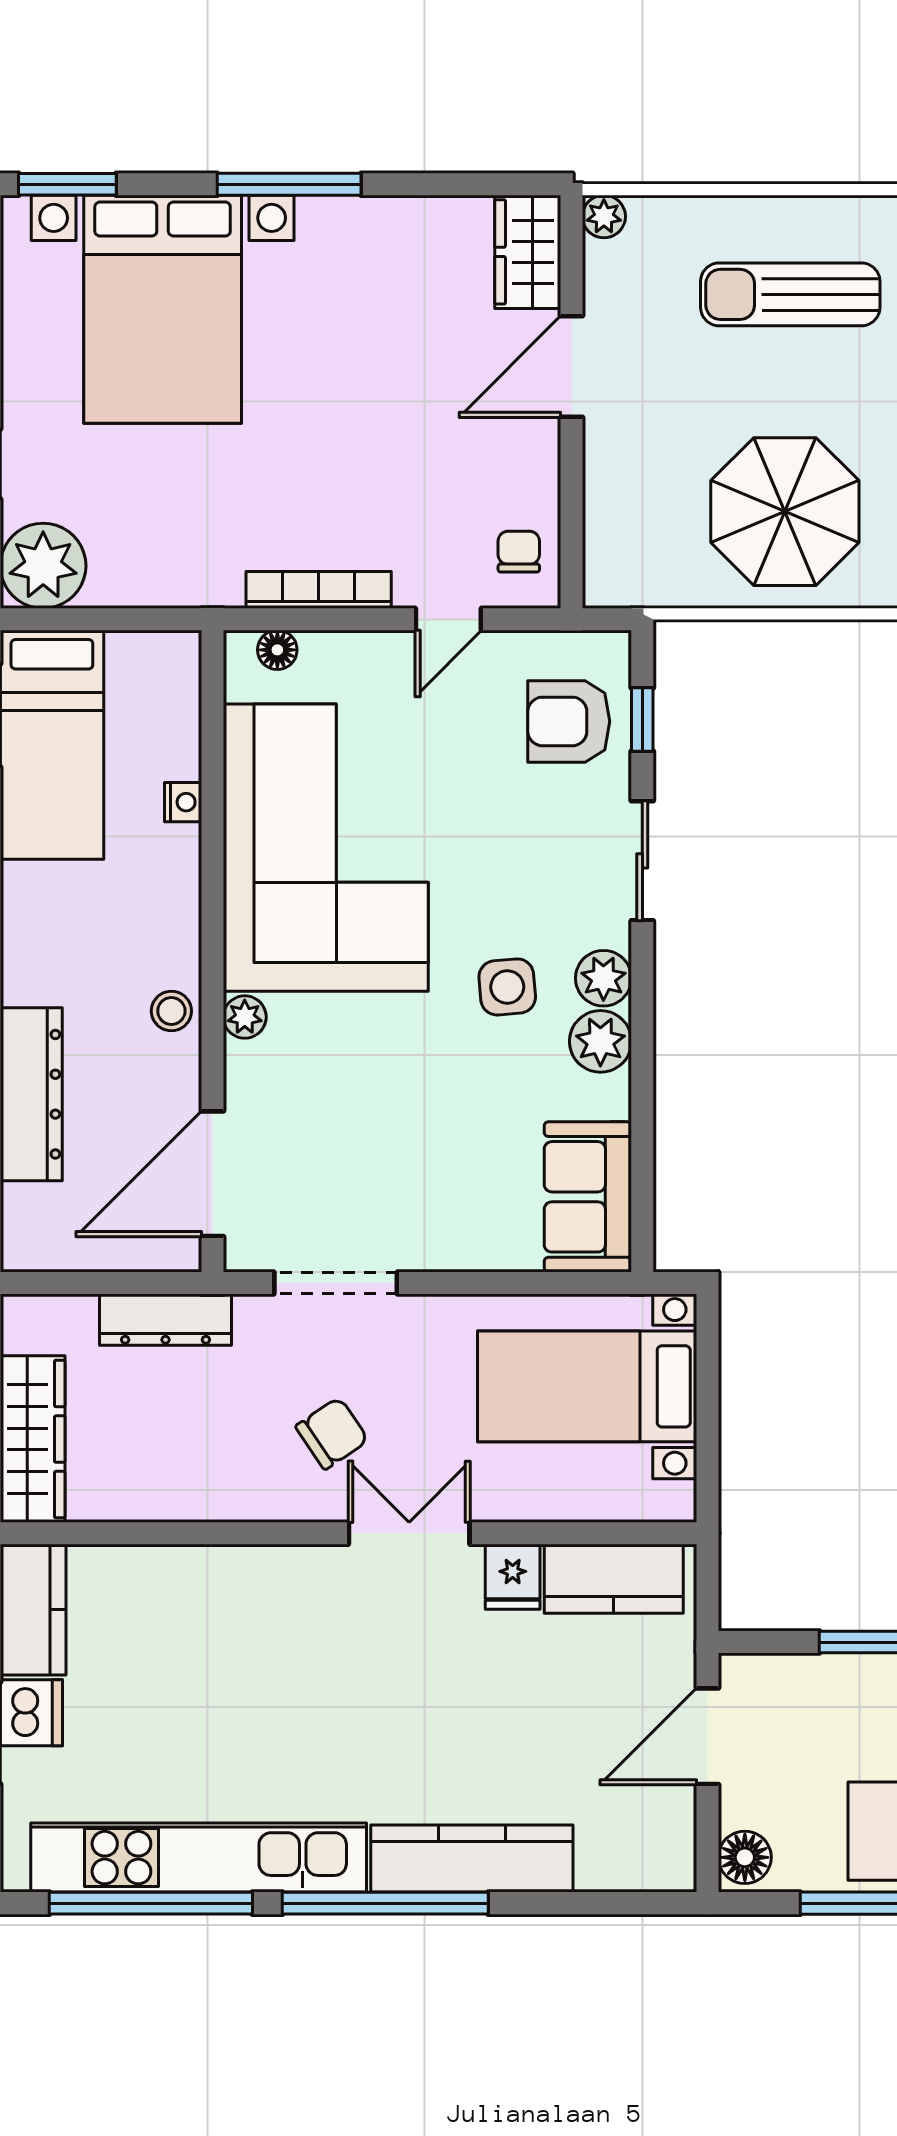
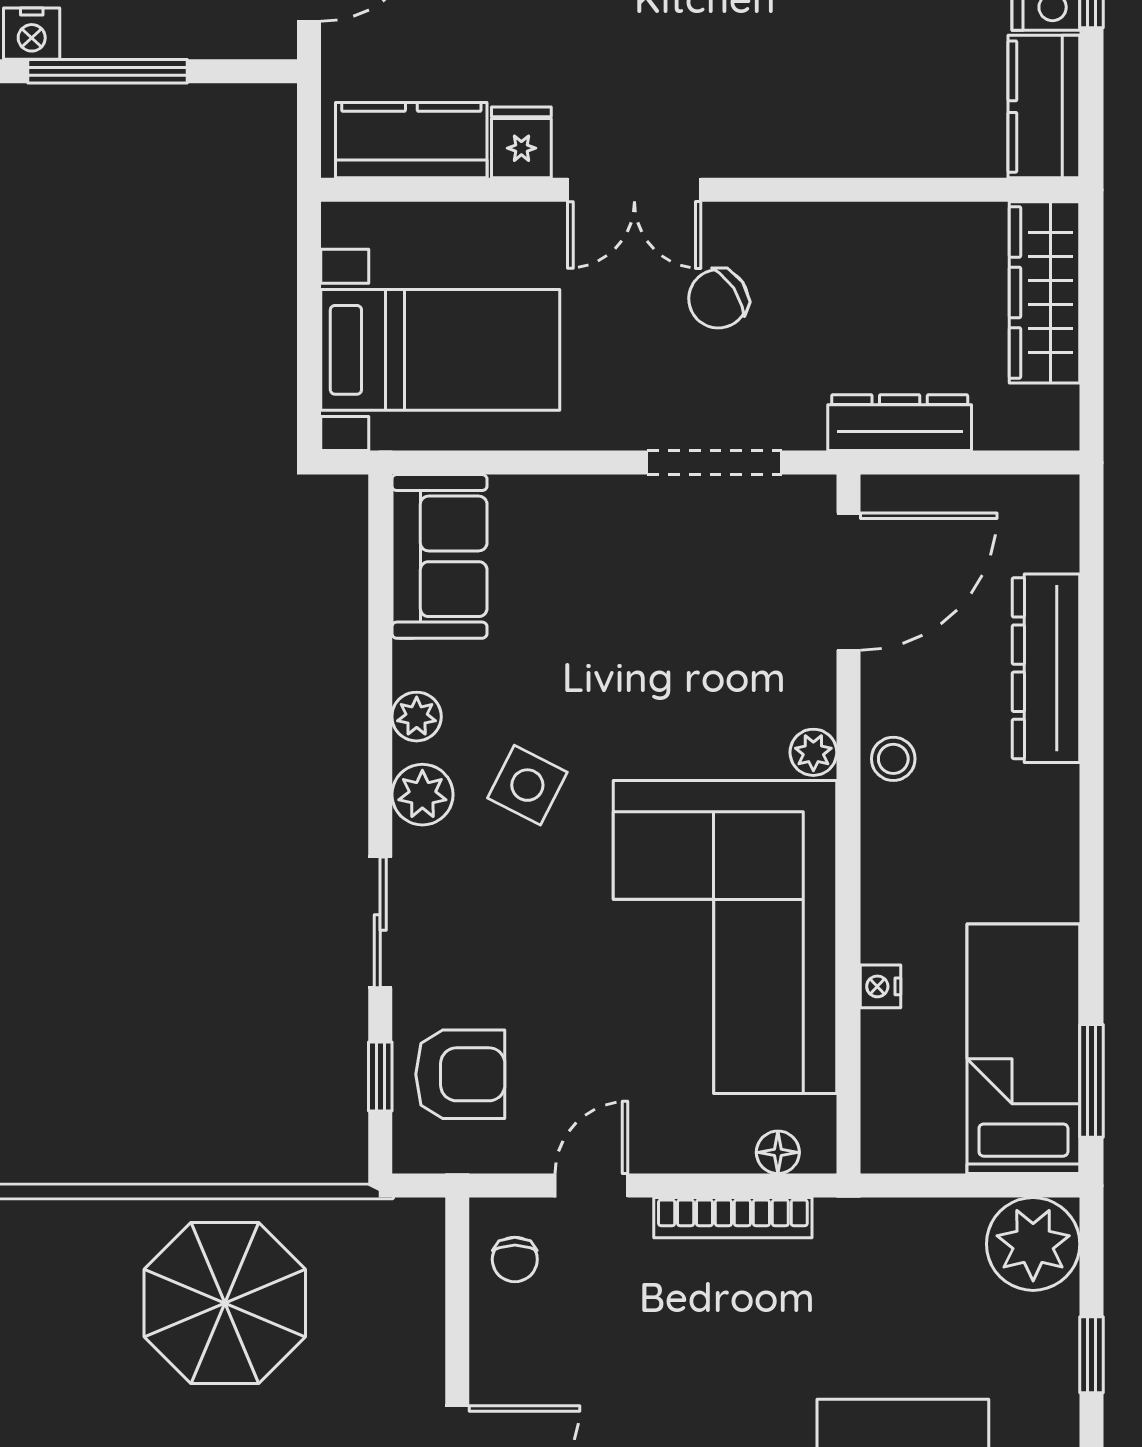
side table: (507, 987) -> (527, 785), turned 32
plant: (600, 1041) -> (417, 717), width x0.73, depth x0.73

